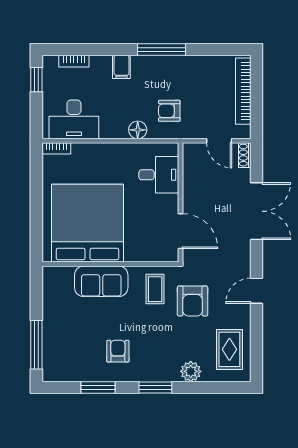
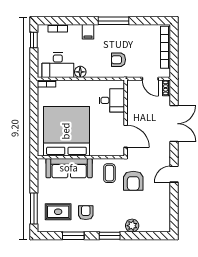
floor lamp: (138, 130) -> (80, 72), moved
sofa: (101, 281) -> (69, 168), width x1.36
rug: (229, 349) -> (58, 212), moved, turned 90

